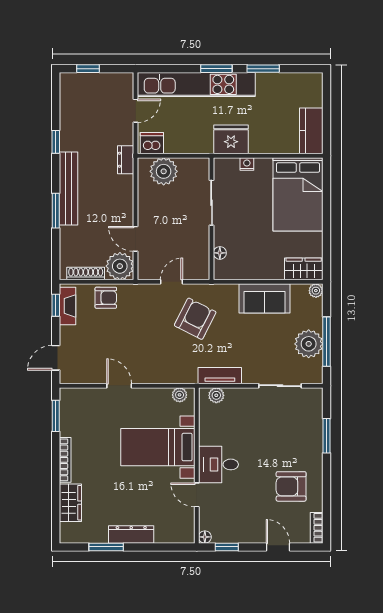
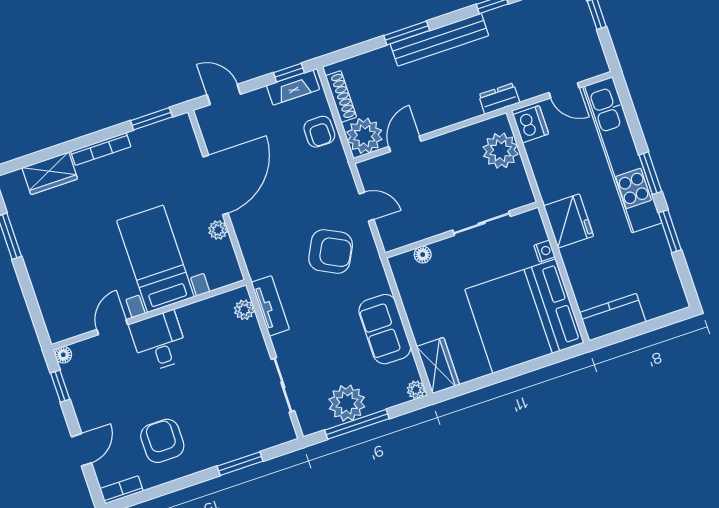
bed: (298, 194) -> (524, 316), width x1.36
door: (119, 386) -> (216, 185), width x1.87
plant: (180, 395) -> (218, 230), moved
dresser: (131, 534) -> (36, 262), removed

